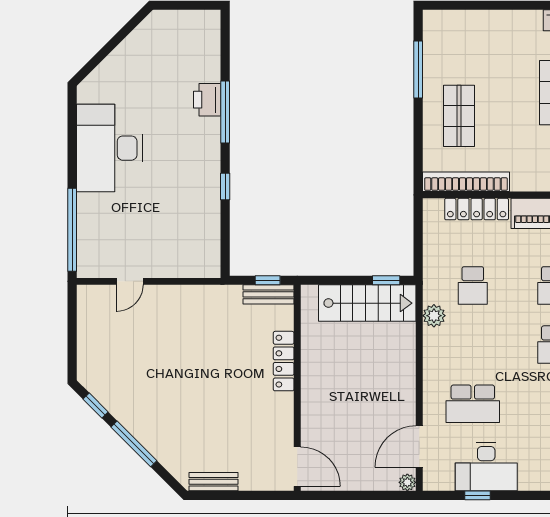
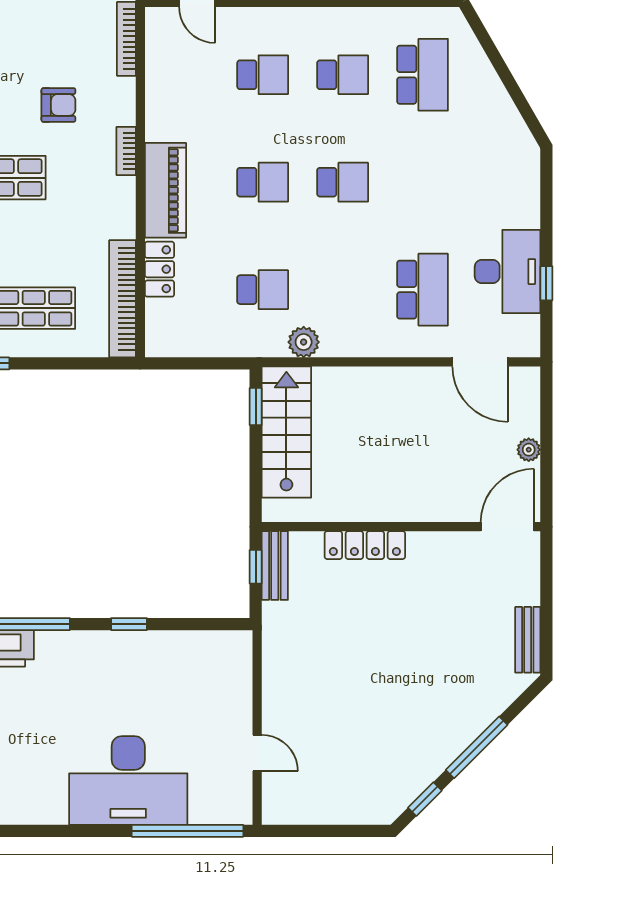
desk: (109, 148) -> (128, 780), moved
locker: (477, 209) -> (160, 269), width x0.66
plant: (407, 482) -> (529, 450), moved

